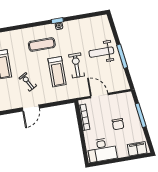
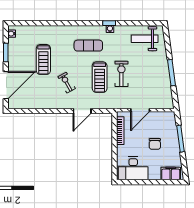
weight bench: (101, 52) -> (145, 39), moved
door: (99, 96) -> (140, 110), swing flipped
door: (31, 108) -> (82, 111), moved

